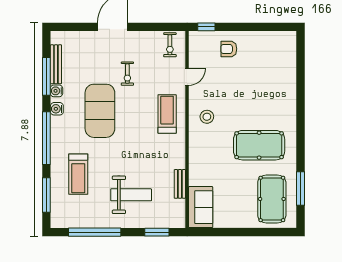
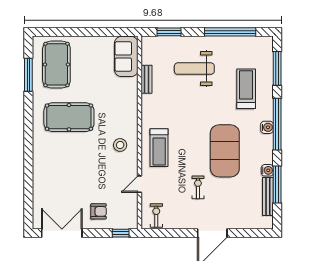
double door: (266, 27) -> (62, 233), added
water cooler: (57, 109) -> (267, 127), moved

